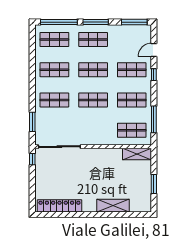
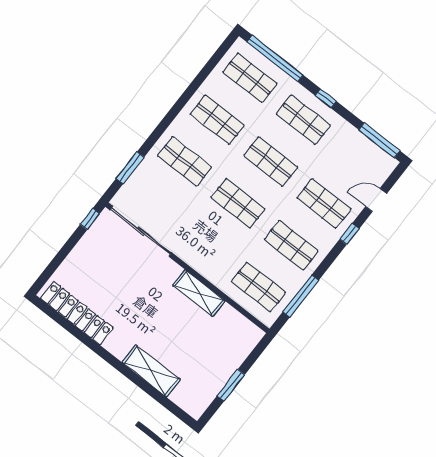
window: (96, 22) -> (326, 98), width x0.46
shelving: (137, 154) -> (199, 293), moved

